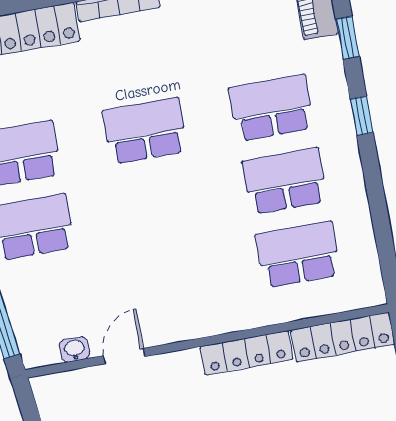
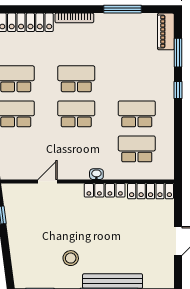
window: (348, 38) -> (178, 53), width x1.50
school desk: (271, 108) -> (76, 114), moved
washbasin: (74, 349) -> (96, 174), moved

